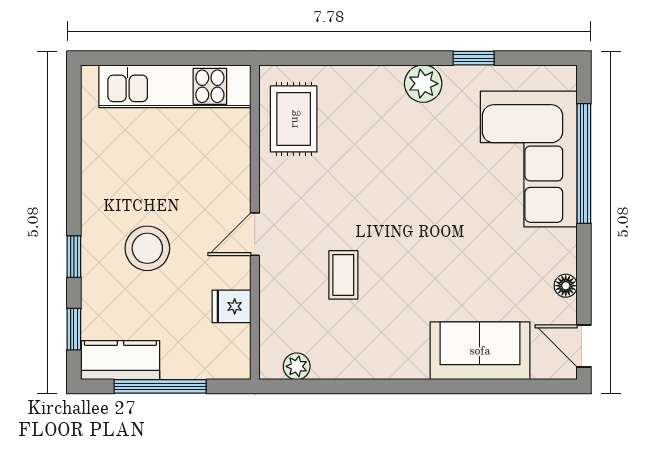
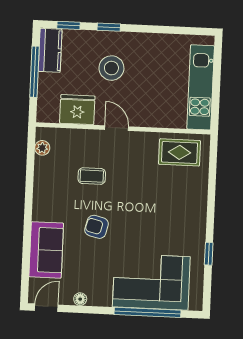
plant: (423, 84) -> (196, 225), removed
armchair: (434, 262) -> (97, 227), added
fridge: (231, 306) -> (77, 110), width x1.88, depth x1.34

